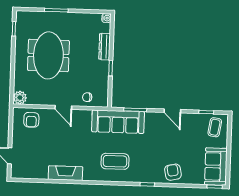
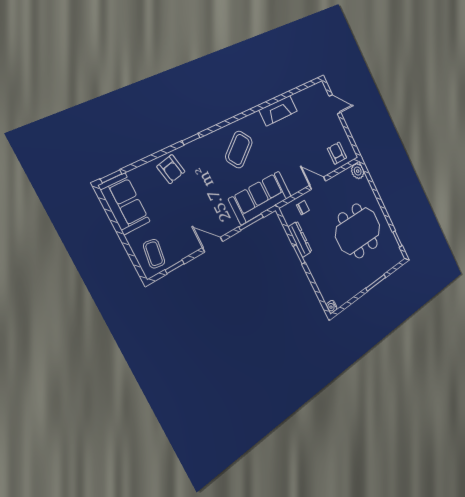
dresser: (105, 47) -> (300, 239), moved
meeting table: (48, 55) -> (358, 231), turned 90
coffee table: (115, 161) -> (239, 149), turned -36

